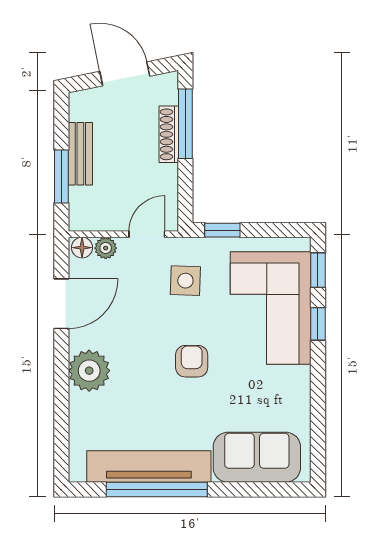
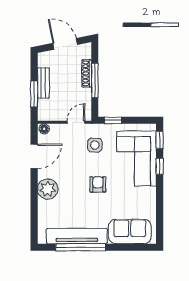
window: (185, 124) -> (95, 80), moved
plant: (106, 248) -> (56, 129), removed

